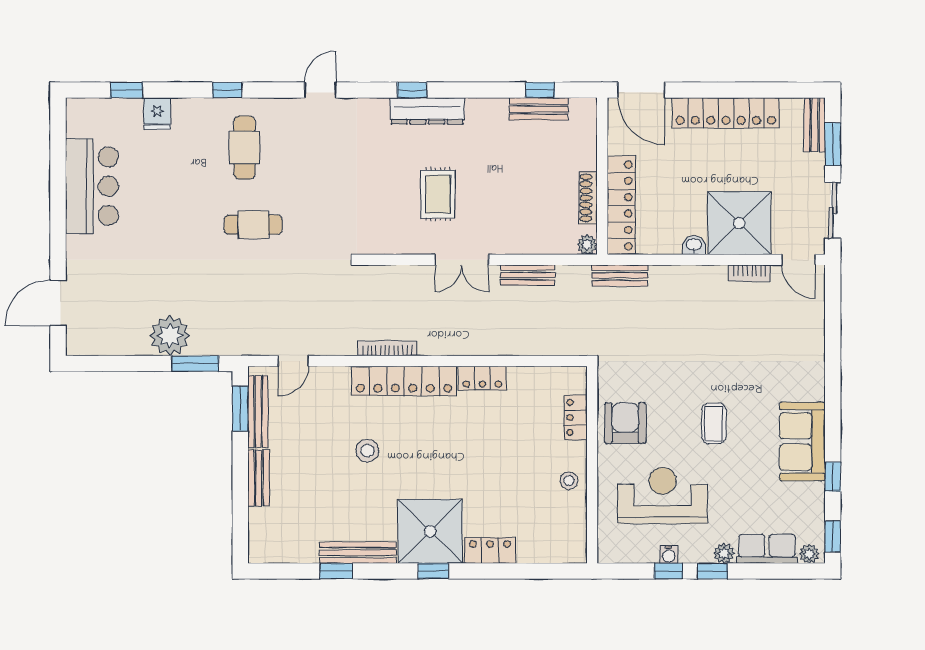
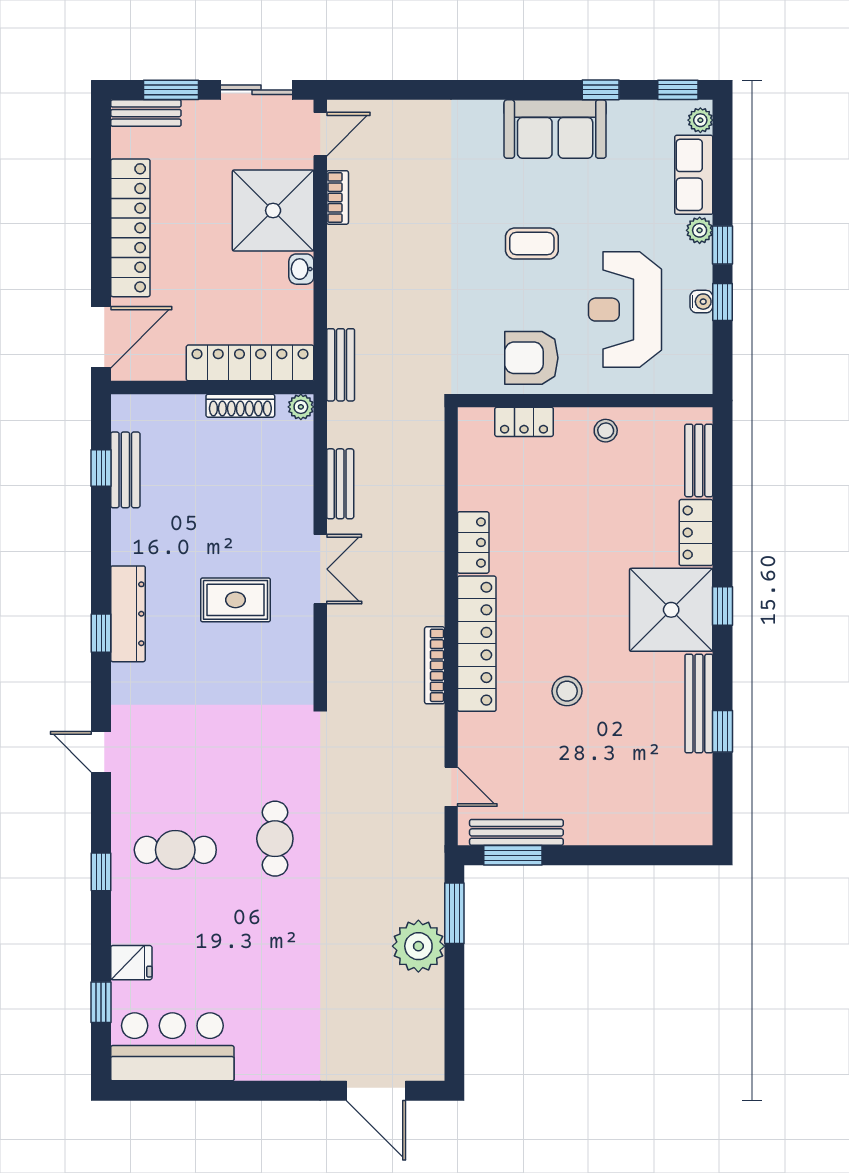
bar counter: (92, 186) -> (172, 1047), moved
bench: (259, 478) -> (699, 460), moved, turned 90

